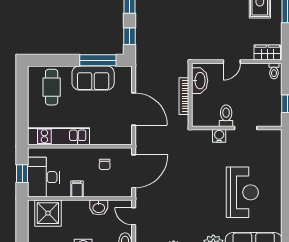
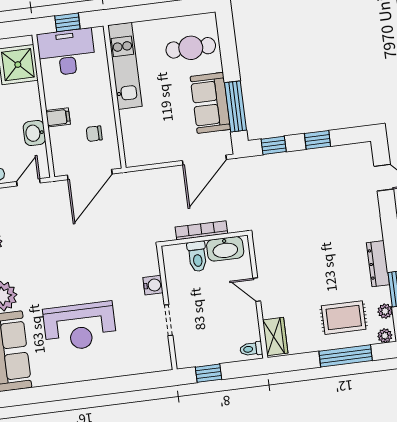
door: (134, 109) -> (204, 160), moved
toilet: (226, 116) -> (197, 256), moved, turned 90
door: (134, 171) -> (90, 174), hinge flipped
filing cabinet: (77, 189) -> (58, 117), moved

